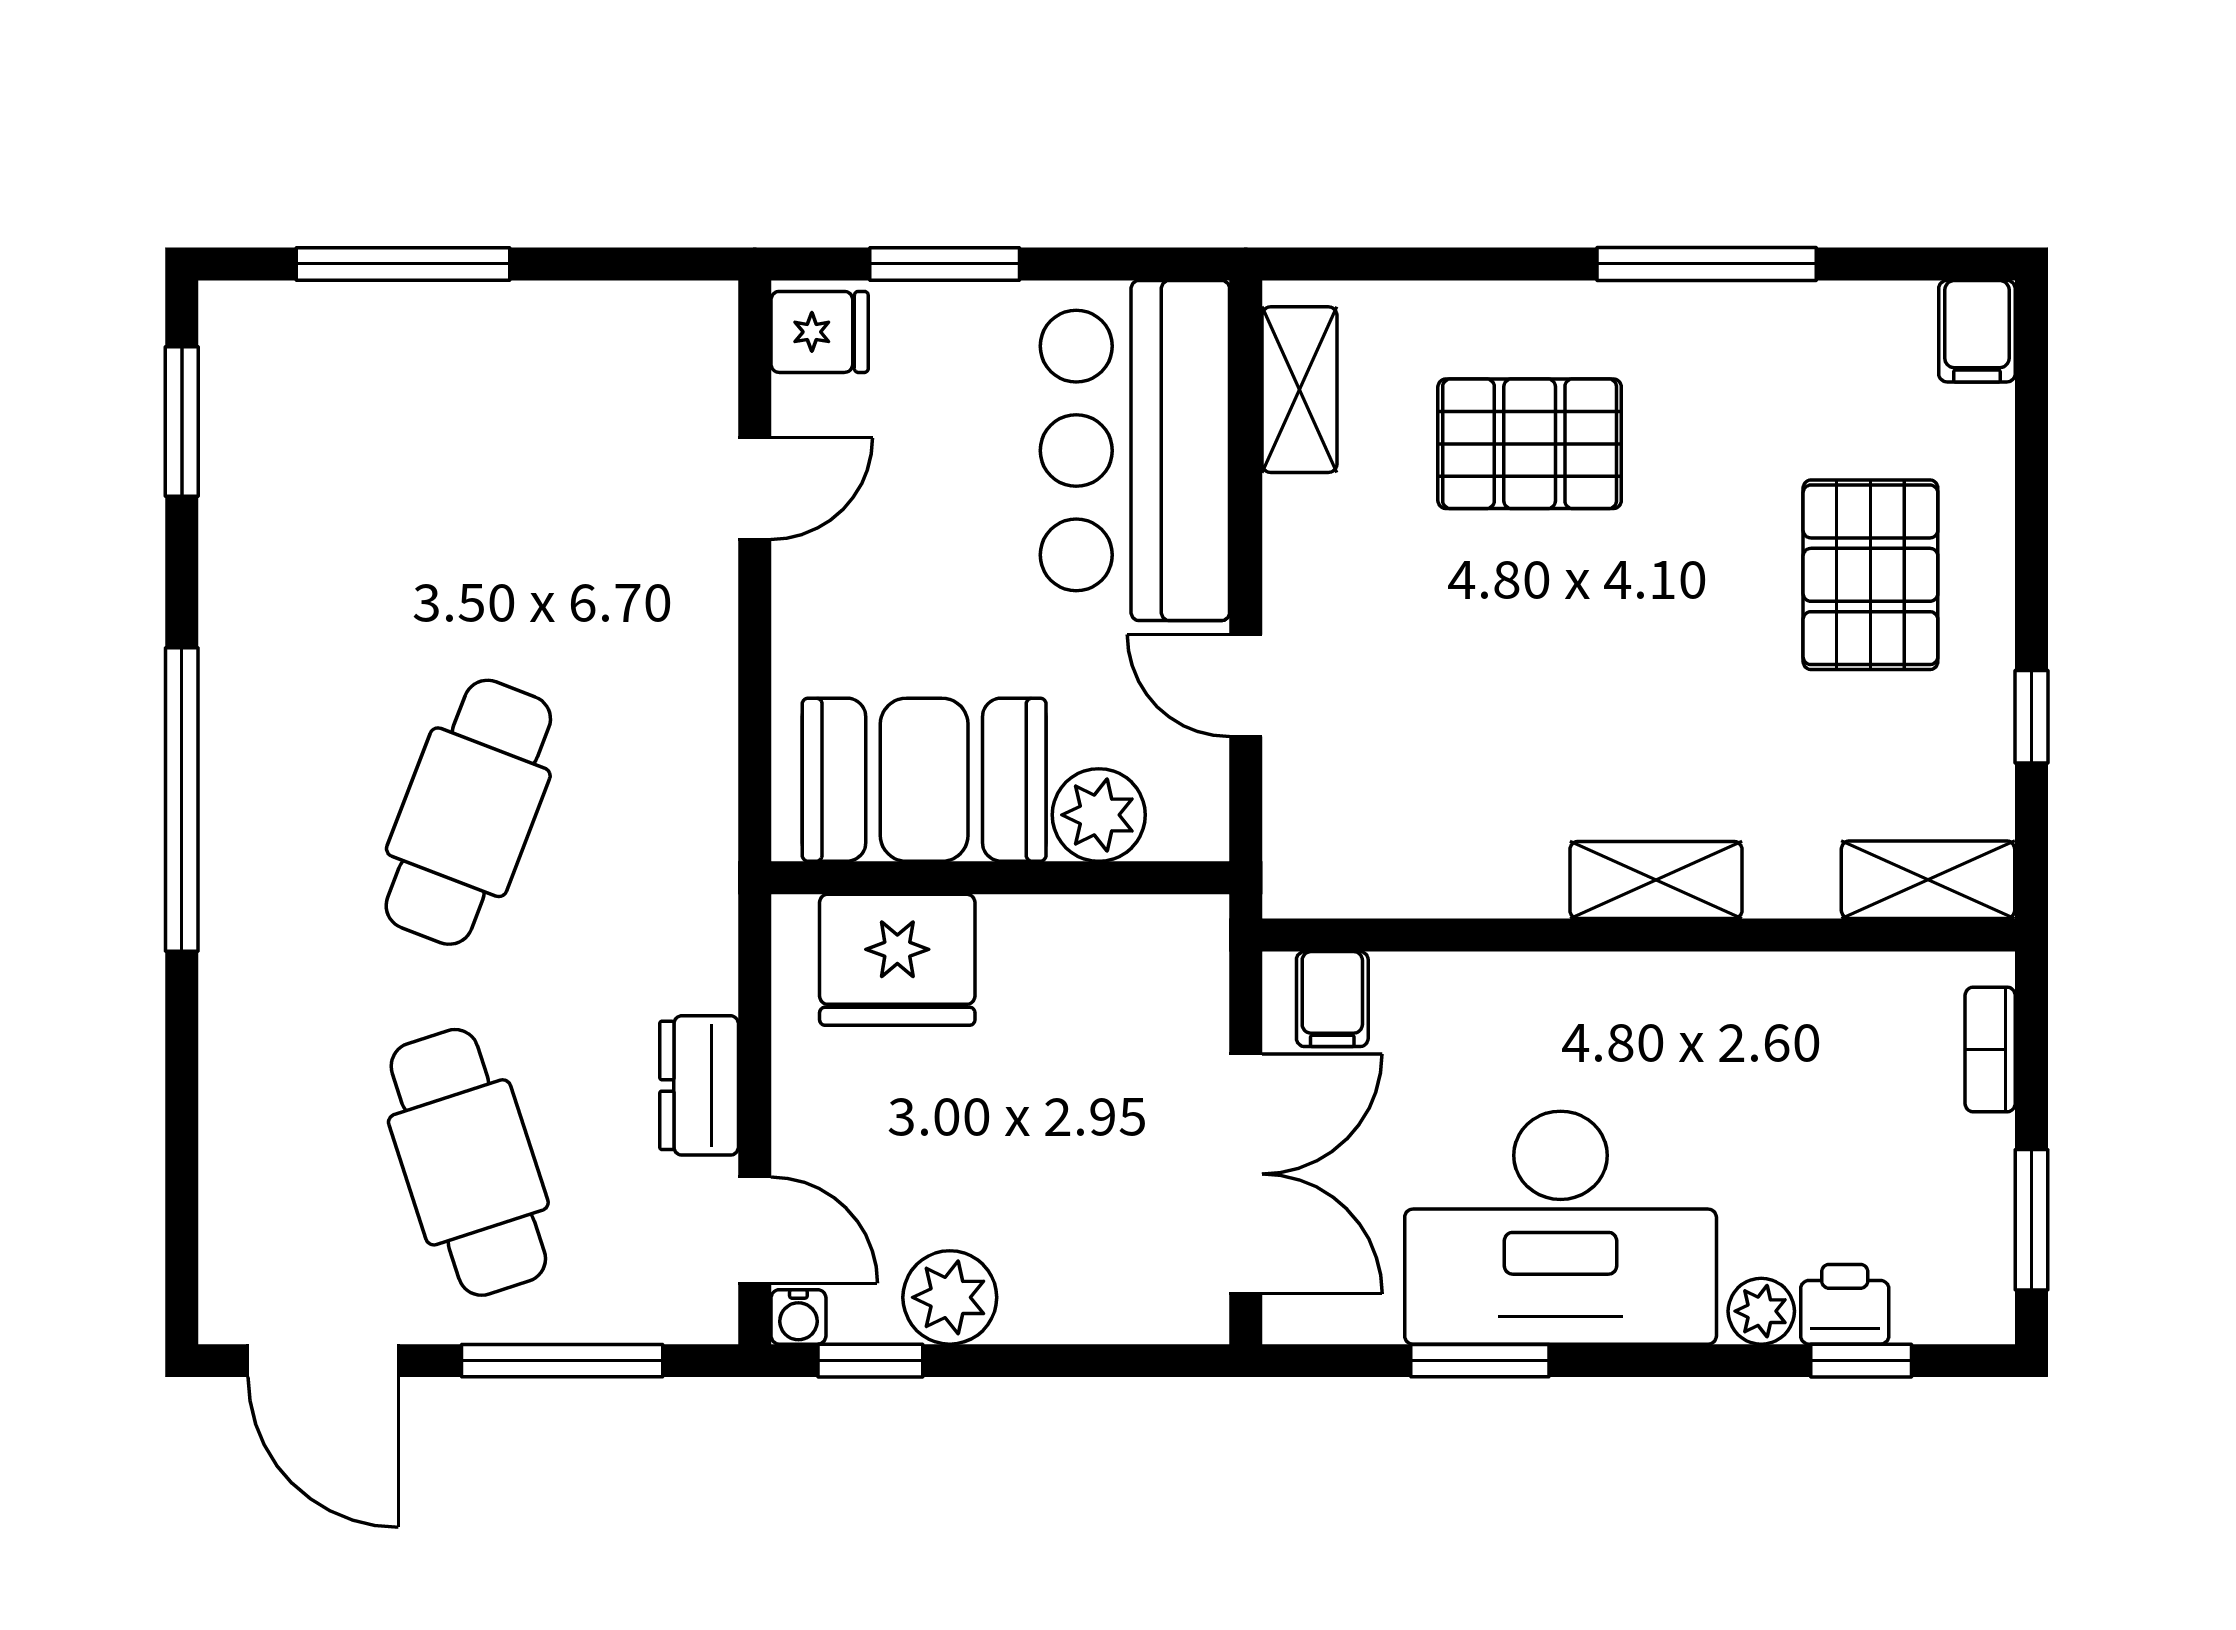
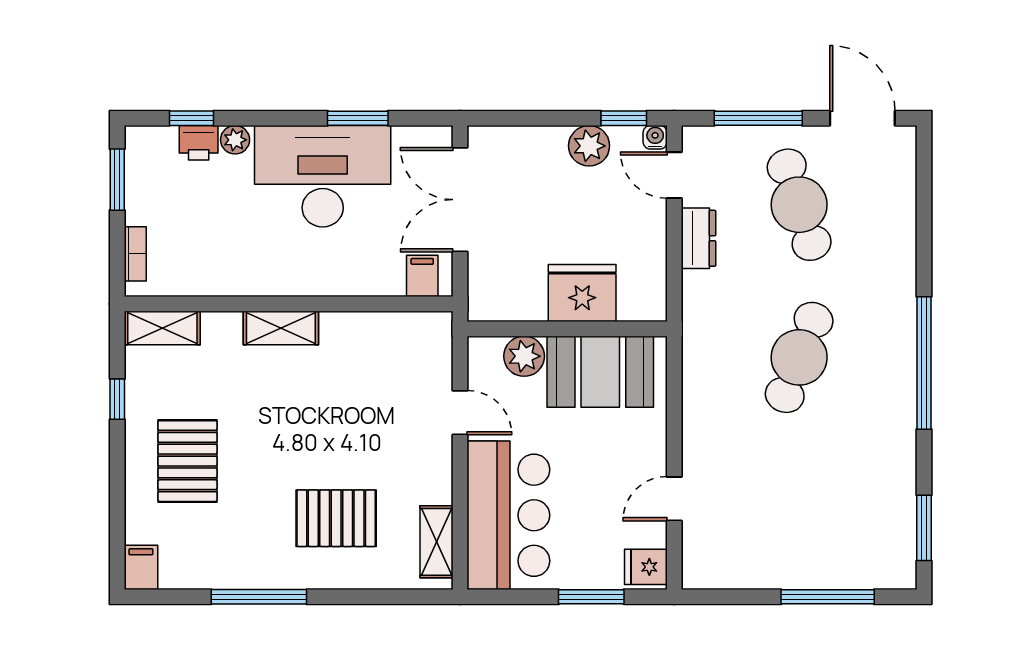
fridge: (897, 960) -> (582, 293), moved

